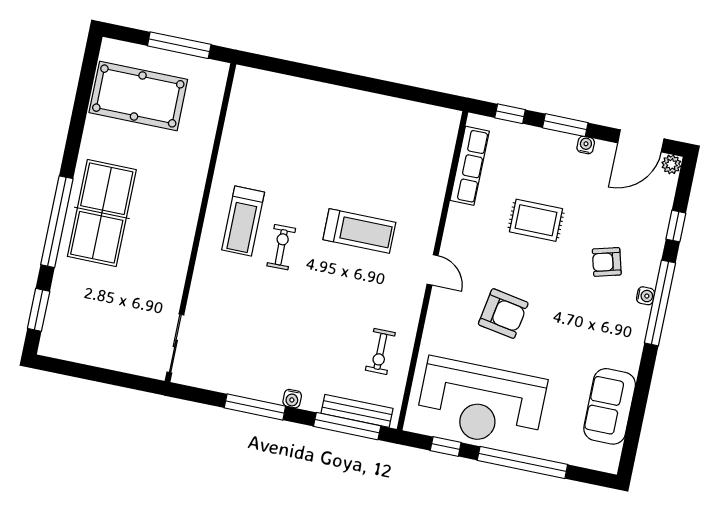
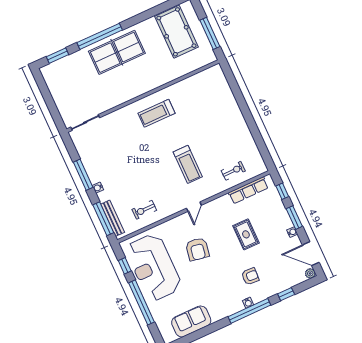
exercise bike: (281, 247) -> (233, 171), moved
armchair: (607, 262) -> (250, 276), turned 108

